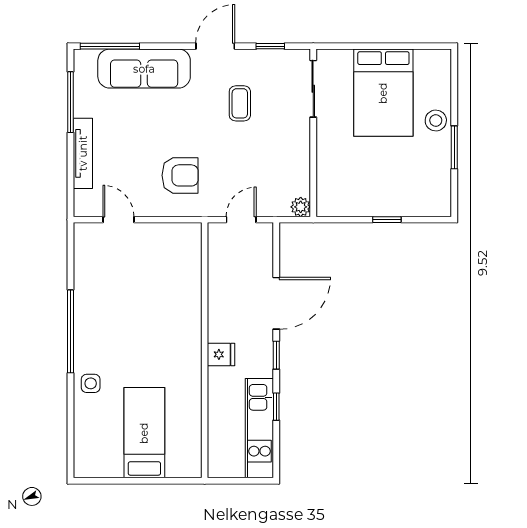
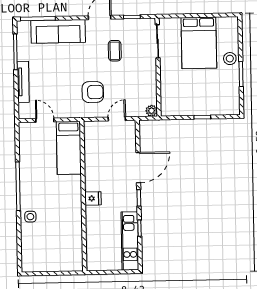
armchair: (180, 175) -> (93, 92), moved
wall: (205, 350) -> (83, 196), moved
fridge: (221, 354) -> (93, 198), moved
bed: (144, 433) -> (69, 148), moved, turned 180

